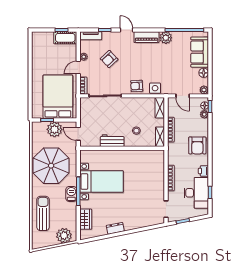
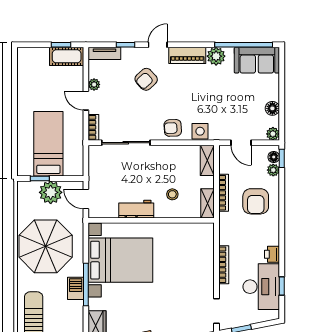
door: (126, 30) -> (158, 45), hinge flipped
sofa: (200, 52) -> (257, 60), moved, turned -90
armchair: (109, 59) -> (146, 79), moved
door: (78, 68) -> (86, 101), hinge flipped
bed: (58, 97) -> (48, 144), width x0.67
armchair: (197, 145) -> (256, 201), moved
bed with nightstands: (101, 182) -> (120, 260), width x1.36

